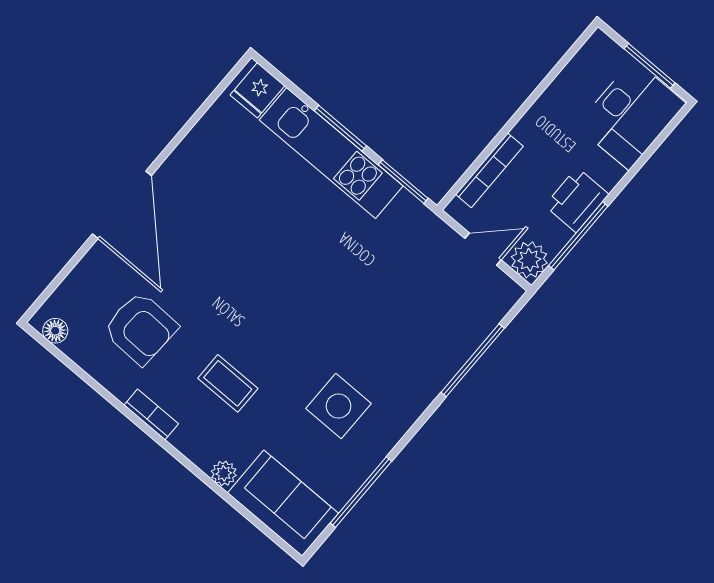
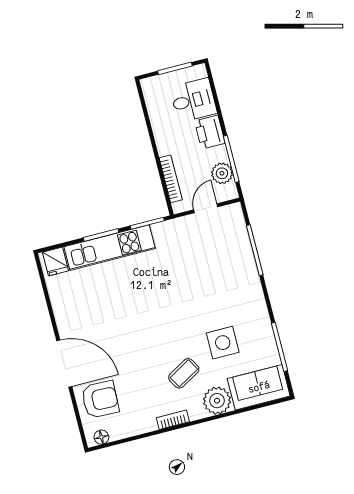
desk: (631, 114) -> (193, 100), width x0.73
printer: (577, 200) -> (210, 132), moved
plant: (529, 260) -> (222, 173), moved
armchair: (141, 328) -> (100, 399), moved
coffee table: (228, 383) -> (184, 373), turned -30
side table: (339, 406) -> (223, 343), moved
plant: (224, 473) -> (217, 401), width x1.88, depth x1.88

